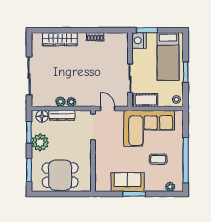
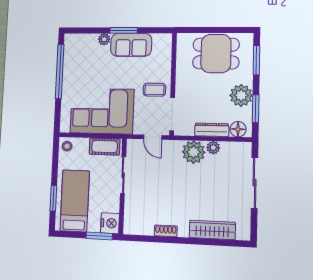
window: (186, 72) -> (53, 198), moved
plant: (71, 102) -> (194, 152), width x1.88, depth x1.88
coffee table: (158, 159) -> (154, 90), moved
plant: (170, 187) -> (104, 39), moved

